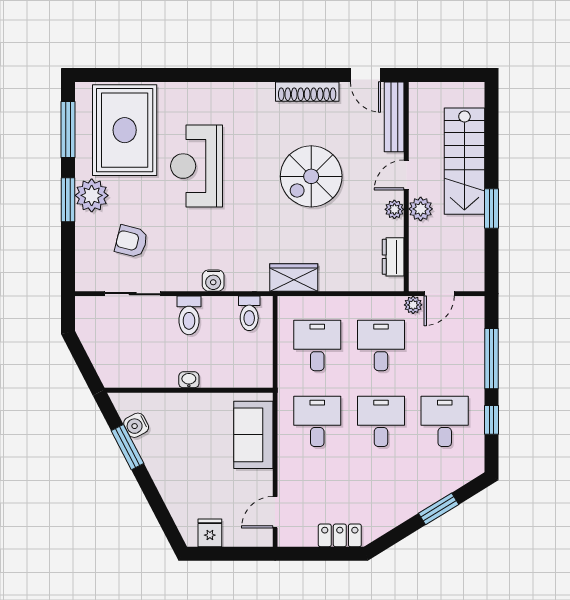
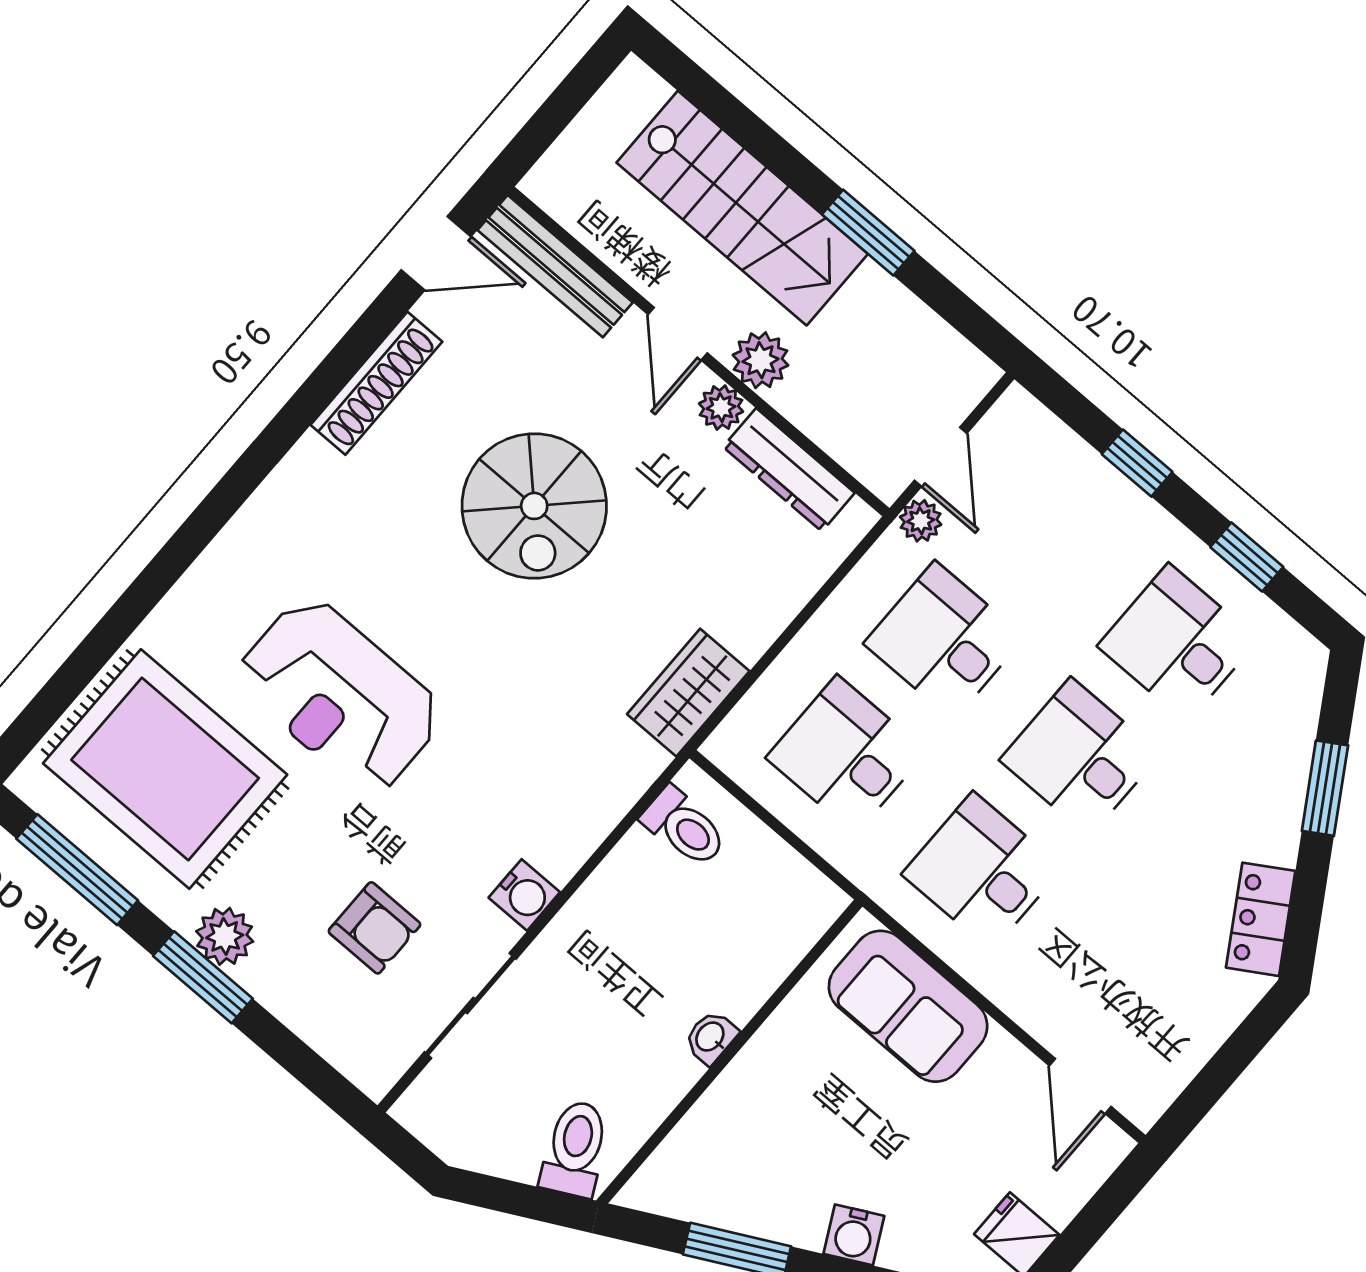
plant: (92, 195) -> (225, 936), width x0.73, depth x0.73
armchair: (131, 241) -> (374, 928), turned -104
dresser: (393, 257) -> (789, 470), width x1.44
water cooler: (213, 281) -> (524, 895), moved
toilet: (189, 315) -> (575, 1149), moved, turned -117
window: (491, 359) -> (1137, 463), width x0.46
water cooler: (136, 425) -> (854, 1235), moved
locker: (340, 535) -> (1261, 919), moved, turned -32

